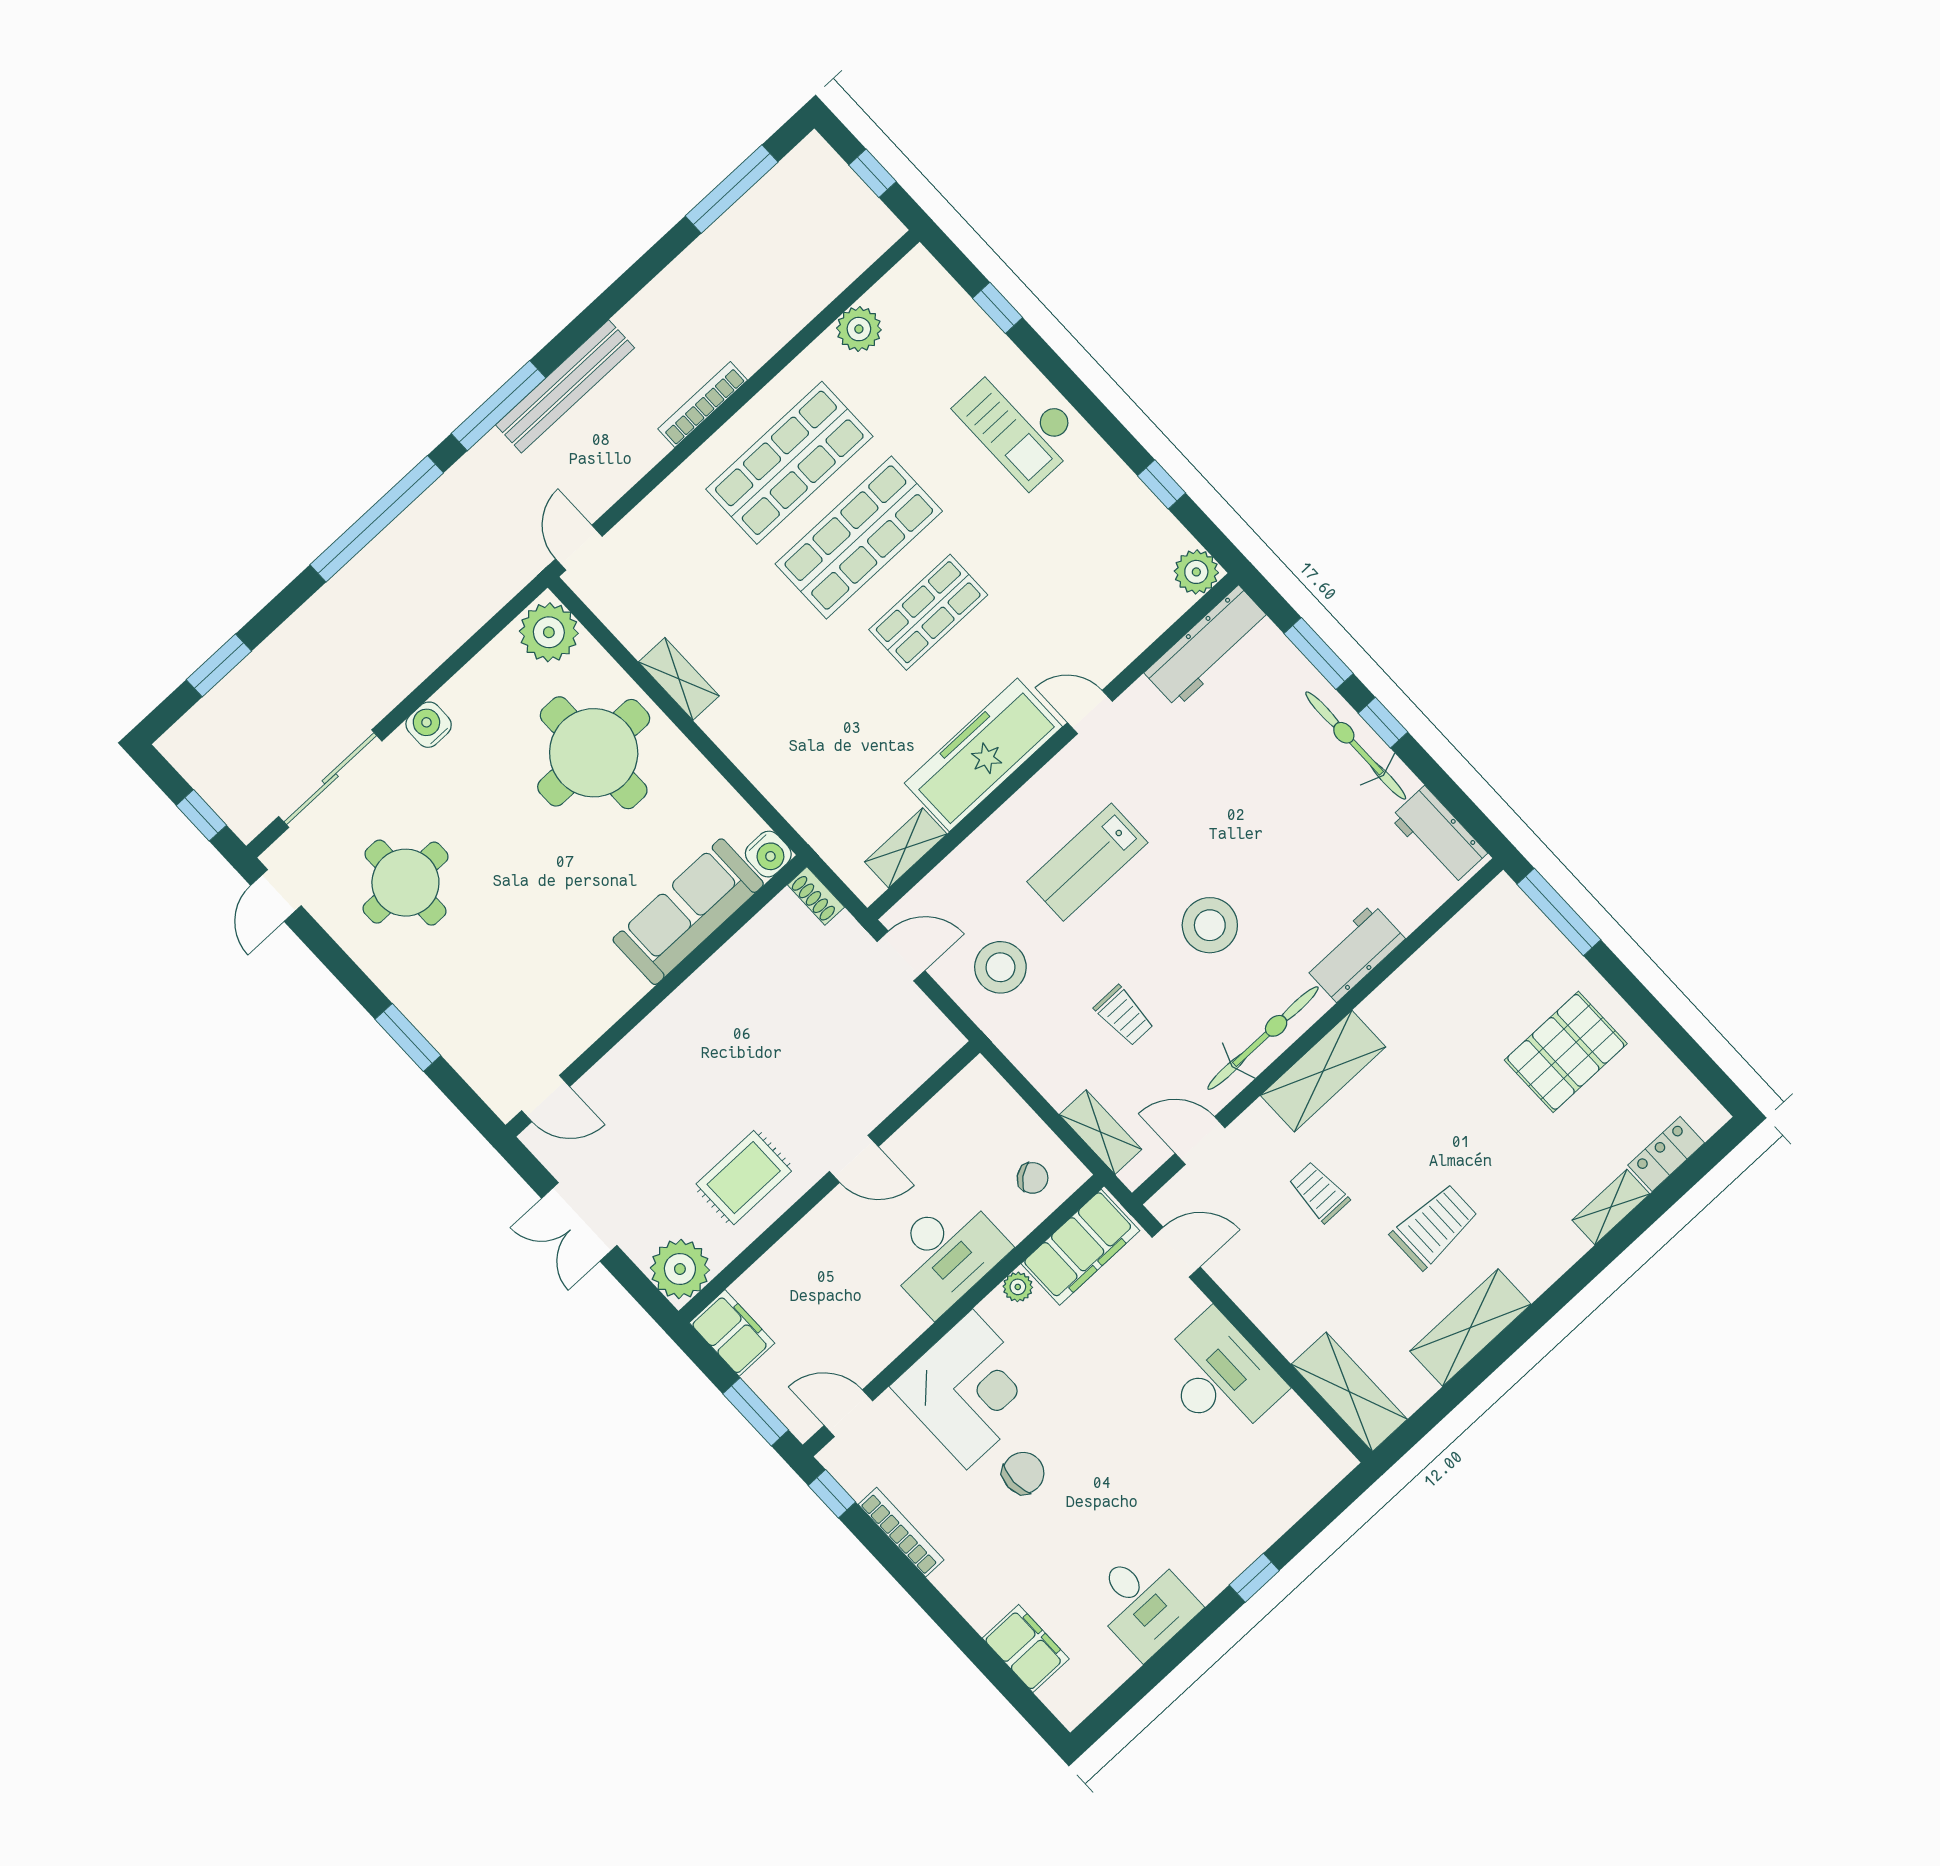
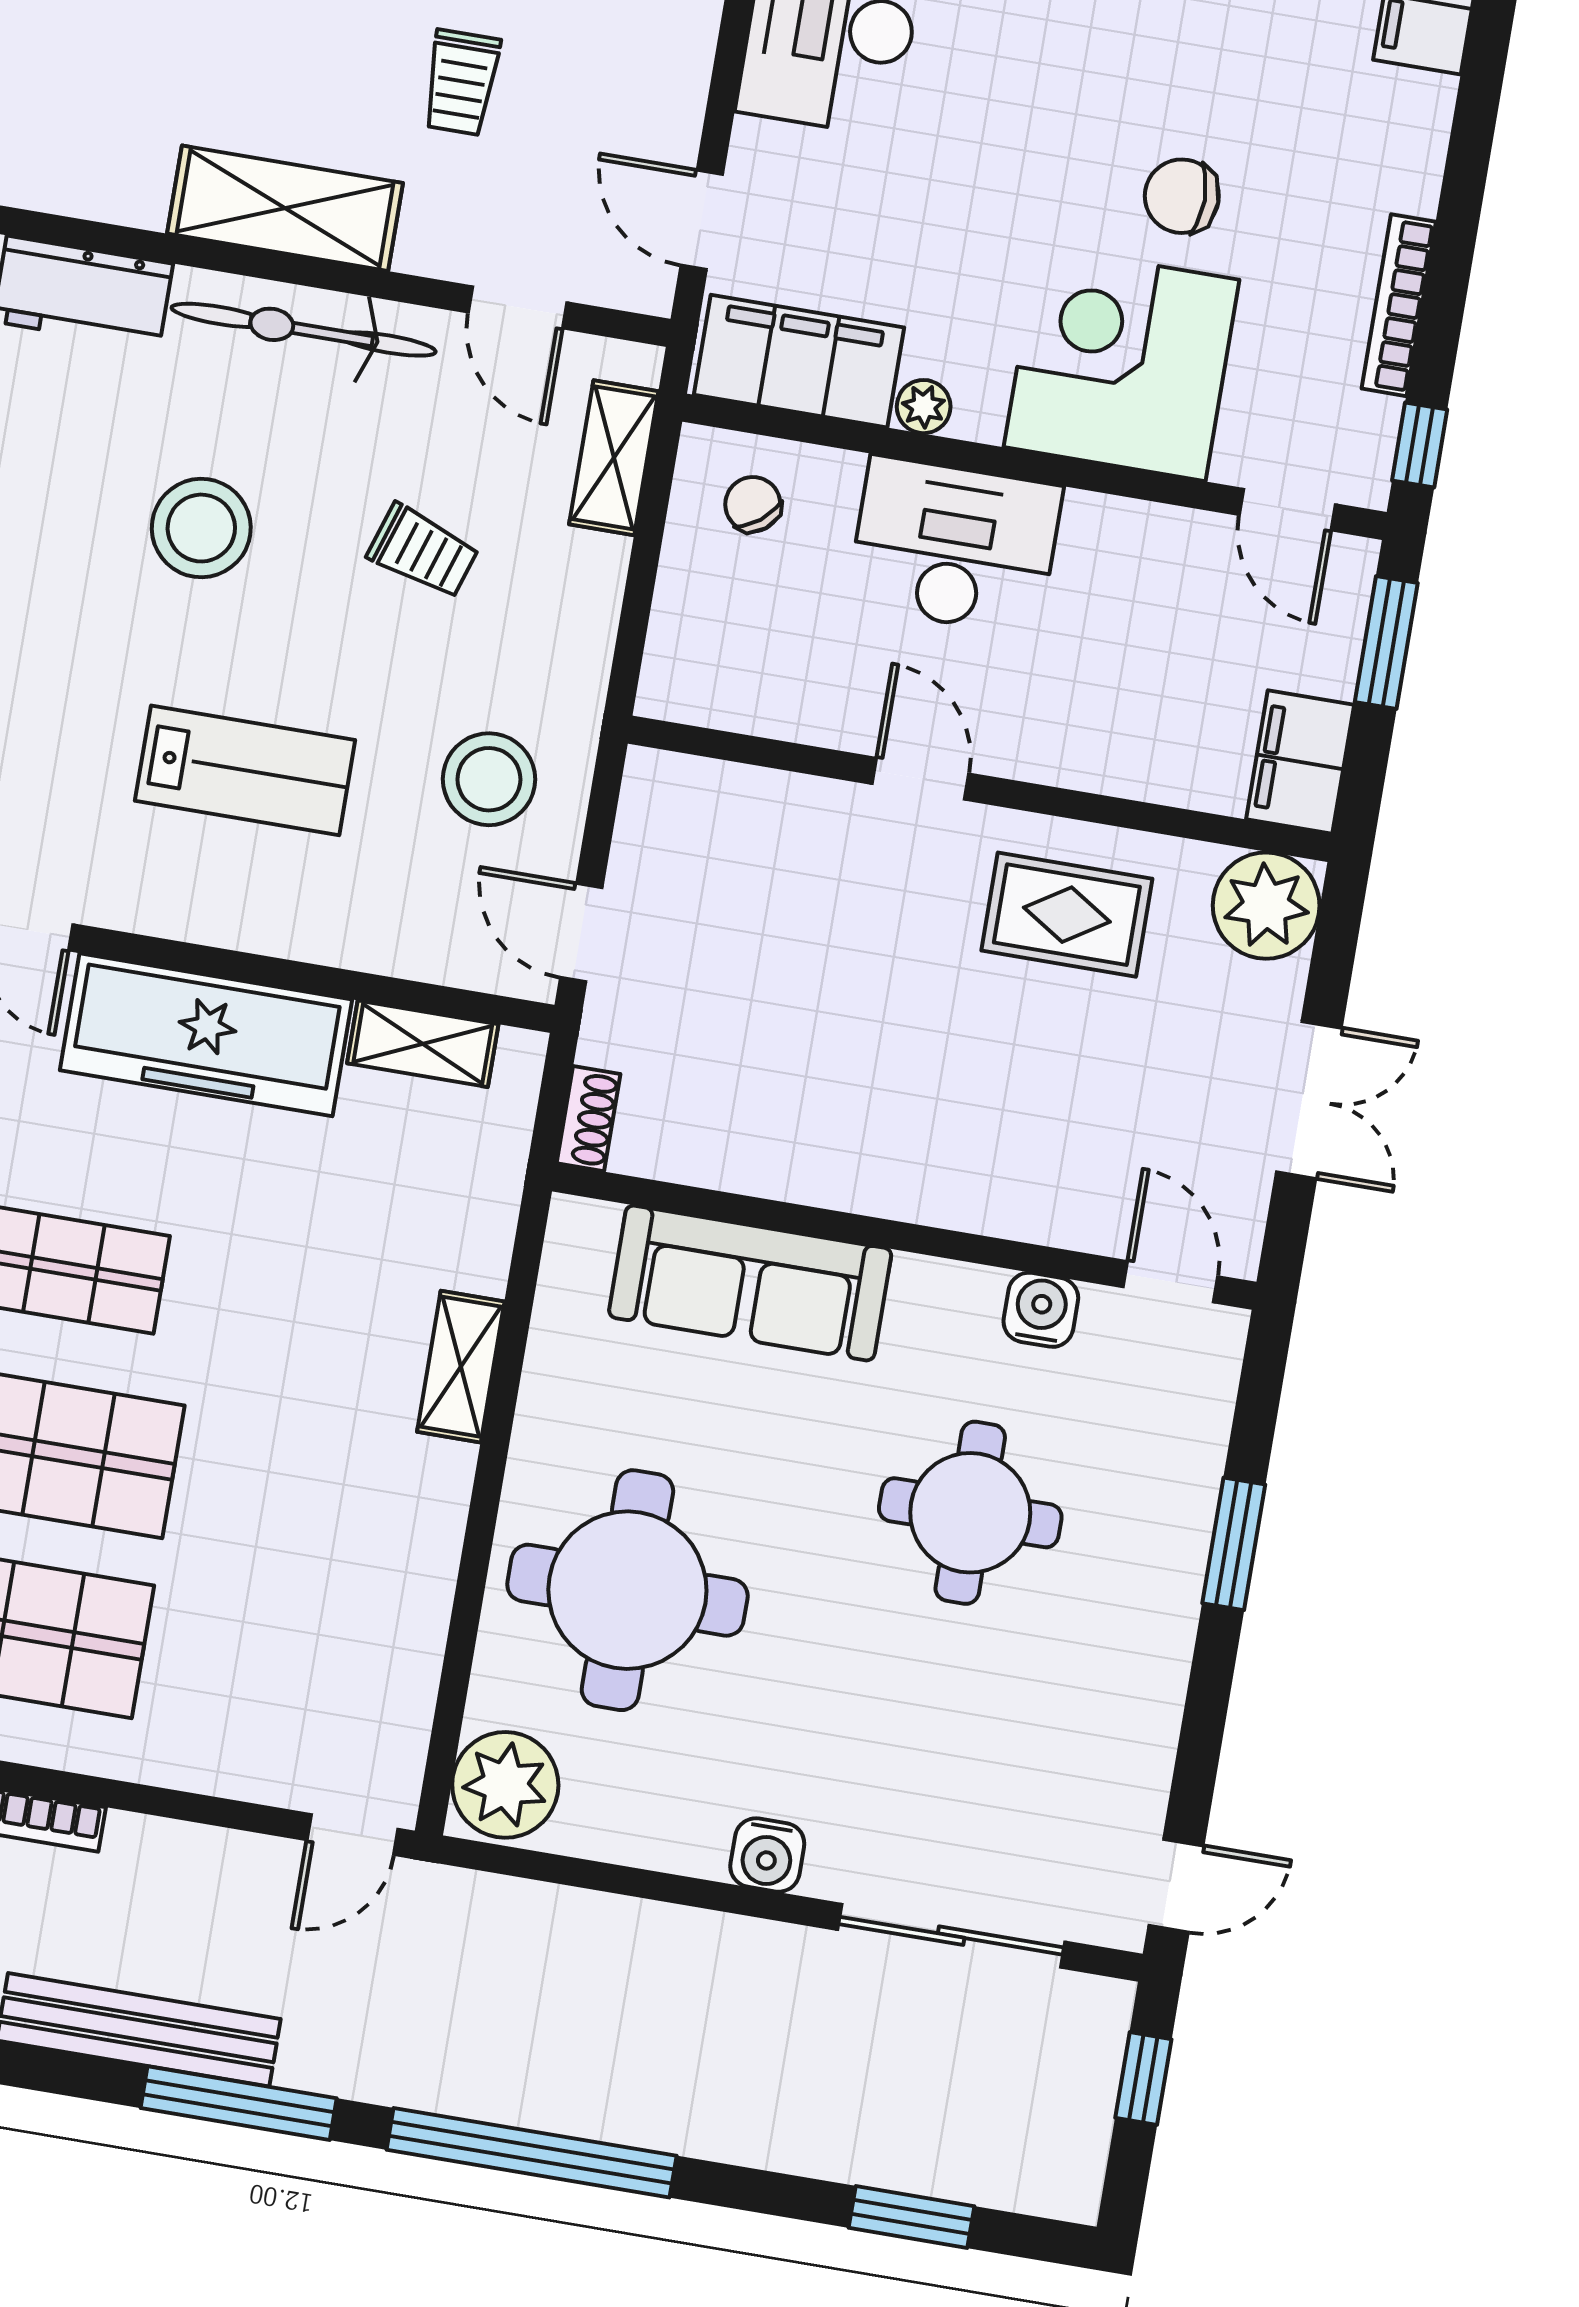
shelving: (679, 679) -> (461, 1367), moved
water cooler: (768, 854) -> (1041, 1310), moved
round table: (405, 883) -> (970, 1513), moved
trolley: (1124, 1016) -> (423, 551), turned 108

